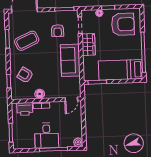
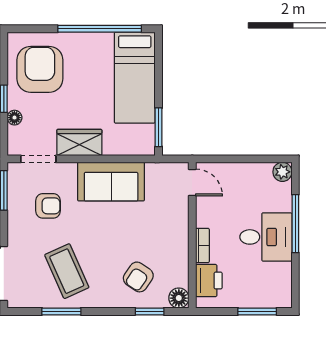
floor lamp: (40, 94) -> (179, 298), moved

